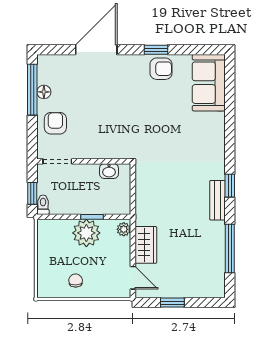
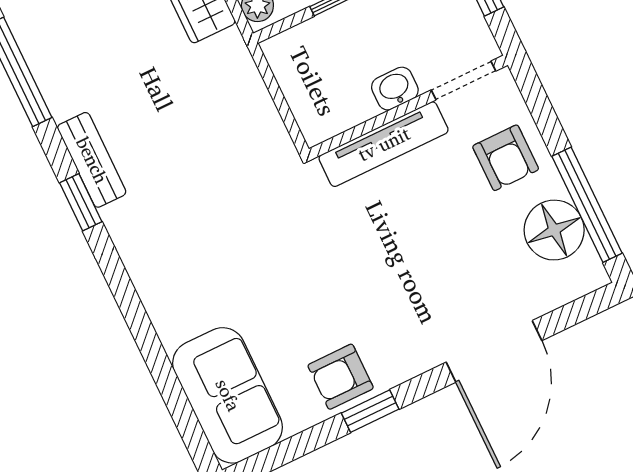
floor lamp: (44, 92) -> (554, 230), width x1.89, depth x1.89
tv unit: (100, 151) -> (384, 144), added
washbasin: (109, 171) -> (395, 89), moved

